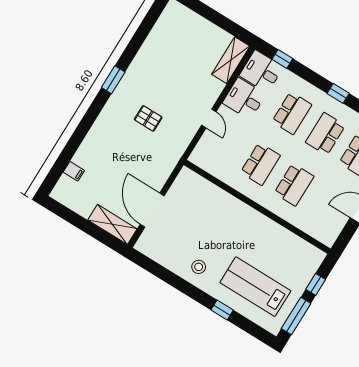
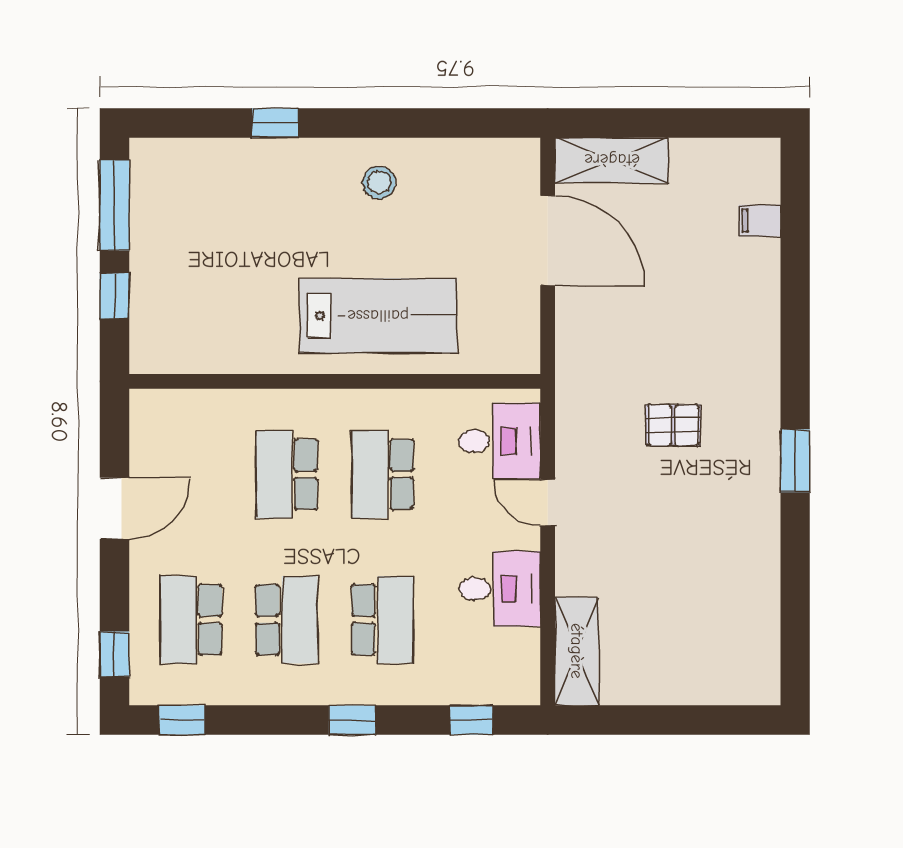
desk: (261, 71) -> (499, 441), moved
window: (338, 93) -> (352, 720), moved
school desk: (292, 113) -> (383, 620), turned 180
lab bench: (255, 287) -> (378, 316), moved

